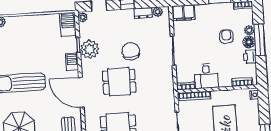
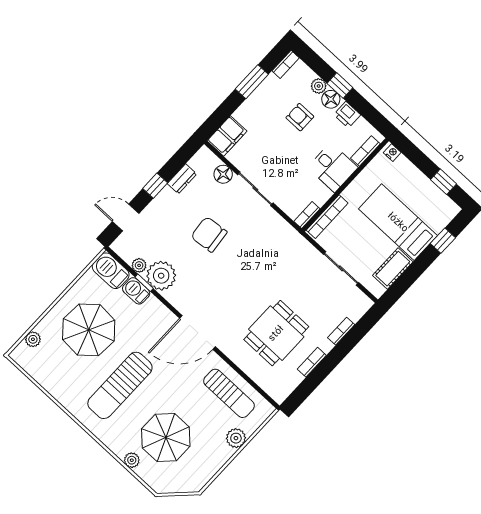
plant: (158, 12) -> (197, 162), removed
plant: (83, 17) -> (139, 265), moved
floor lamp: (164, 29) -> (223, 174), added
window: (259, 40) -> (340, 86), width x0.46
parasol: (31, 42) -> (89, 330), added
barbecue: (72, 62) -> (136, 291), moved
desk: (206, 76) -> (333, 167), moved
dining table: (119, 82) -> (228, 280), removed

